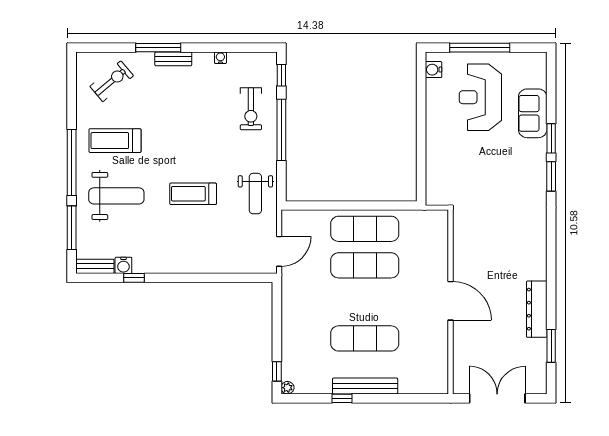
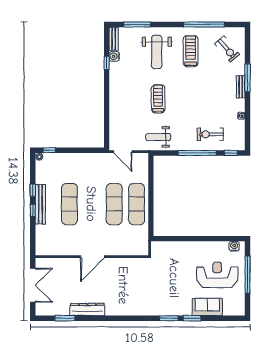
window: (72, 163) -> (204, 24), moved
window: (375, 398) -> (33, 211), added

